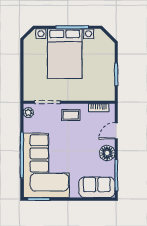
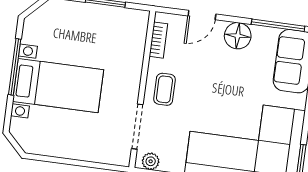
bed with nightstands: (65, 54) -> (58, 86), width x0.73
door: (116, 131) -> (202, 15), hinge flipped

